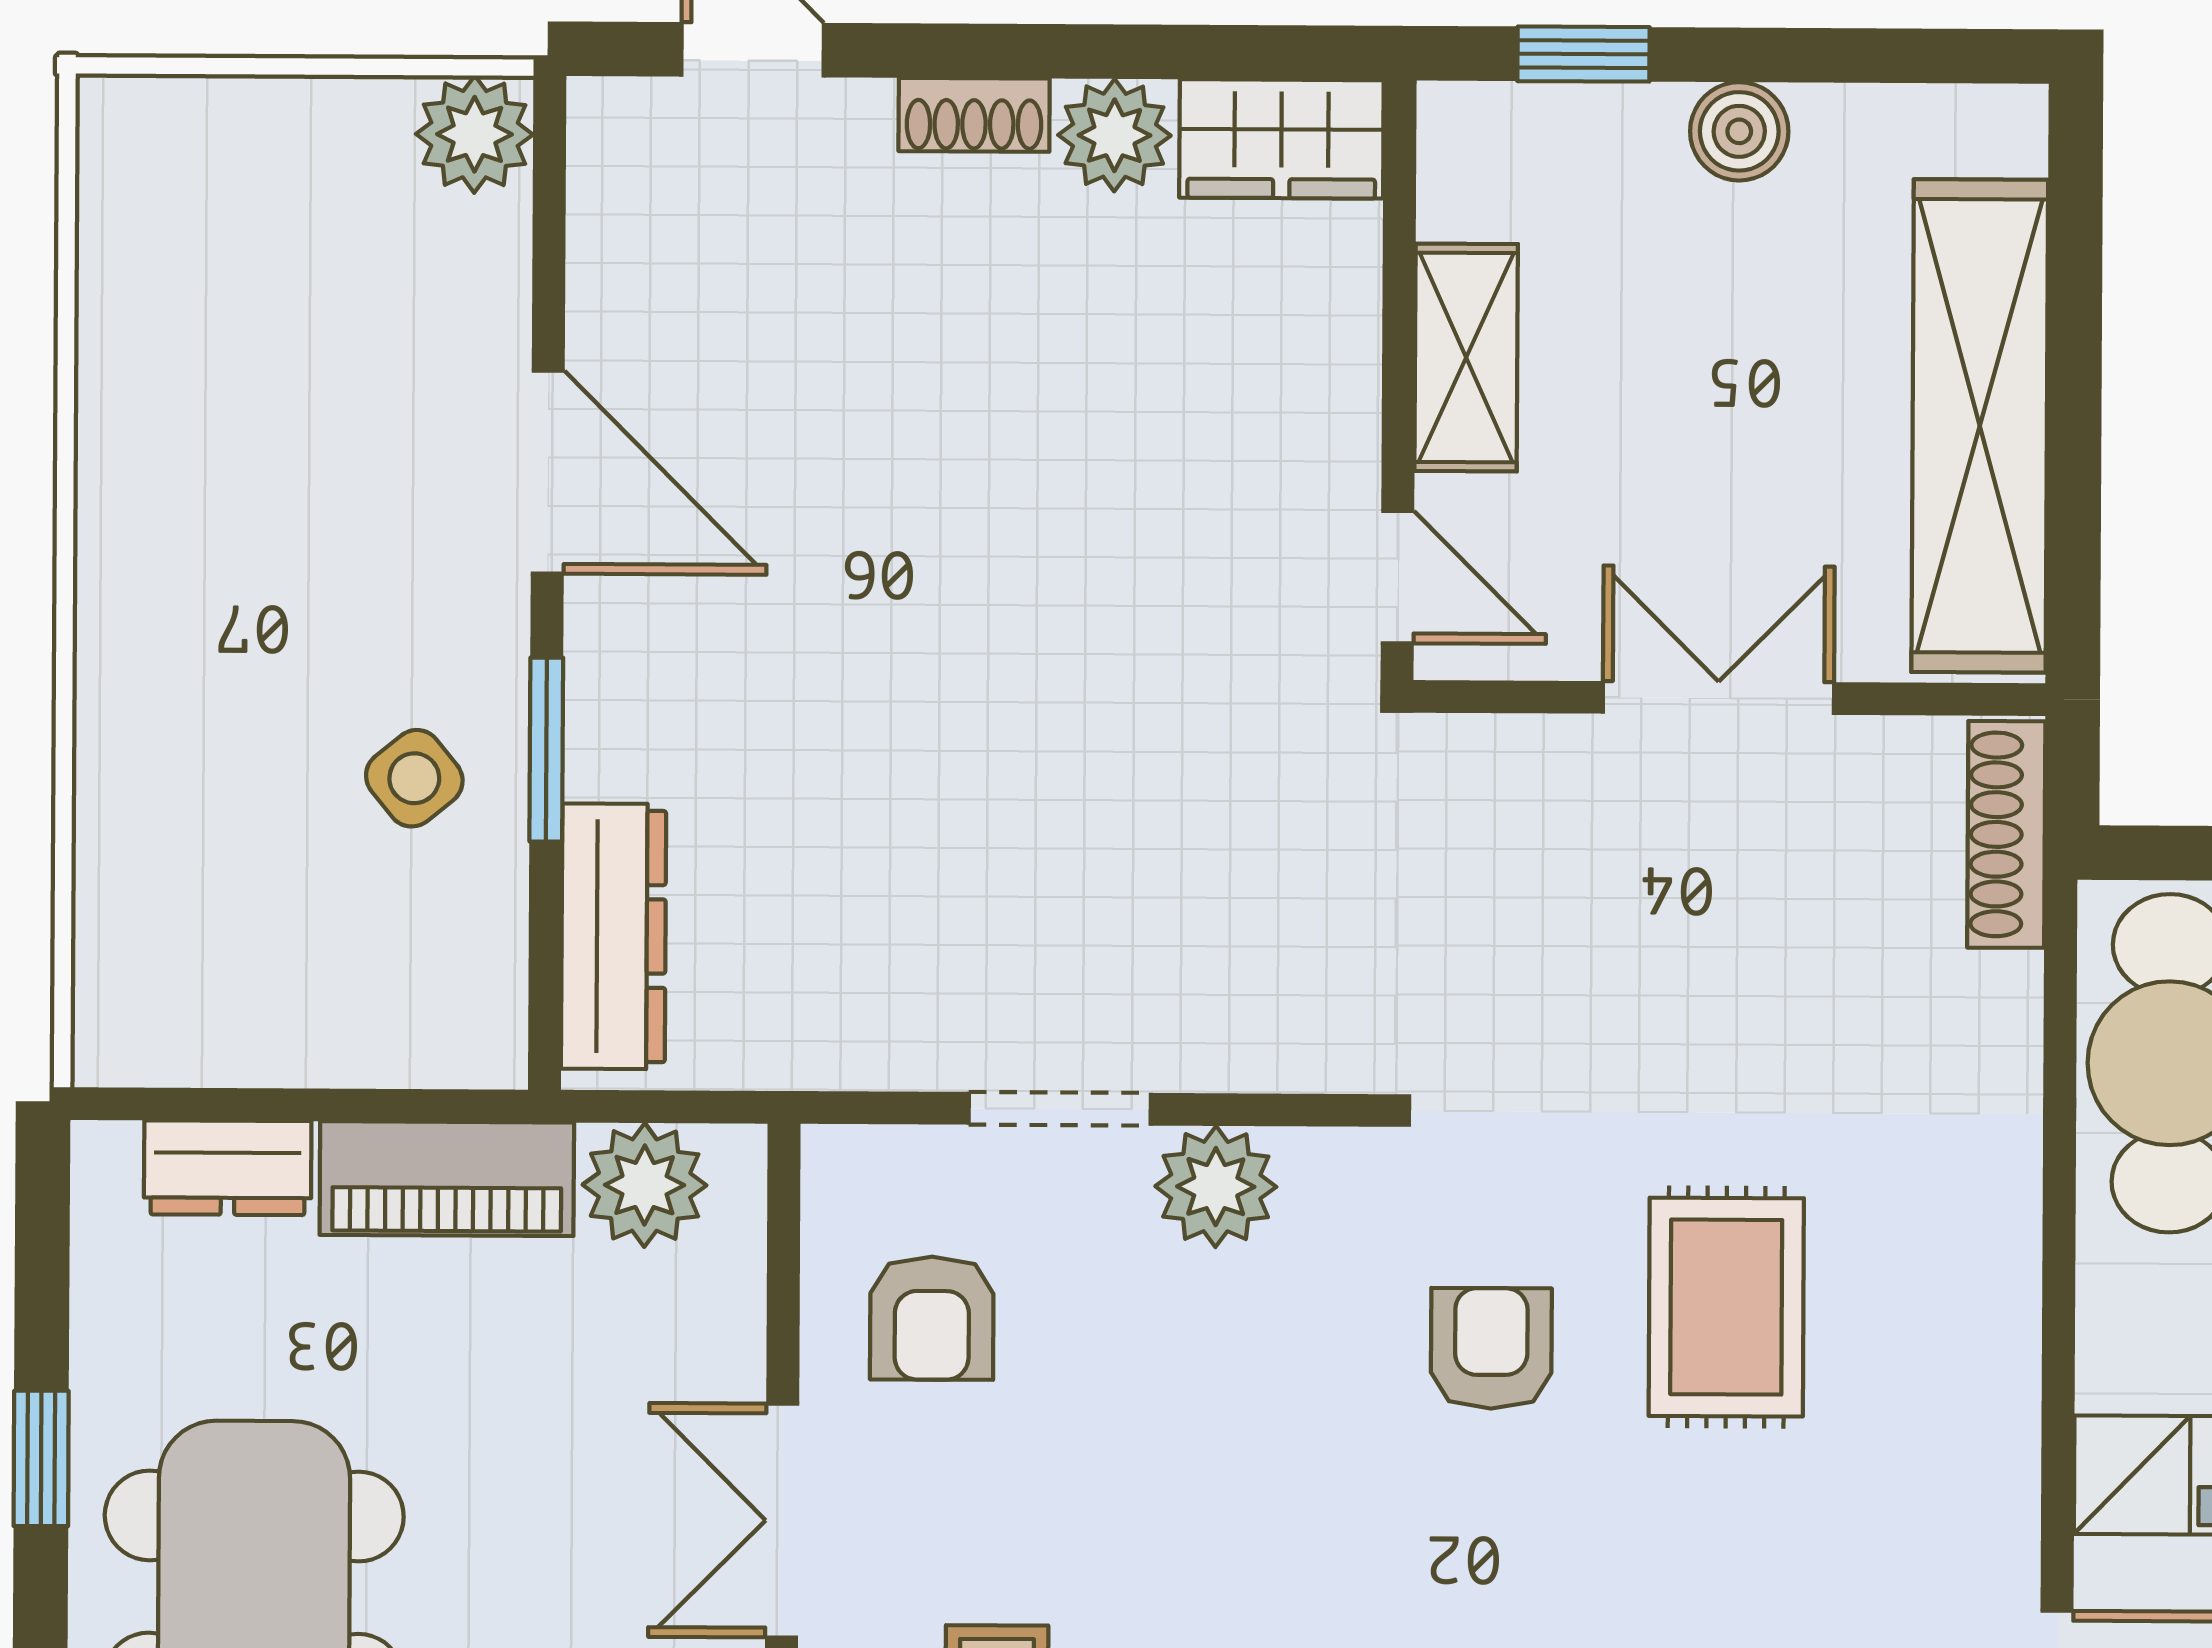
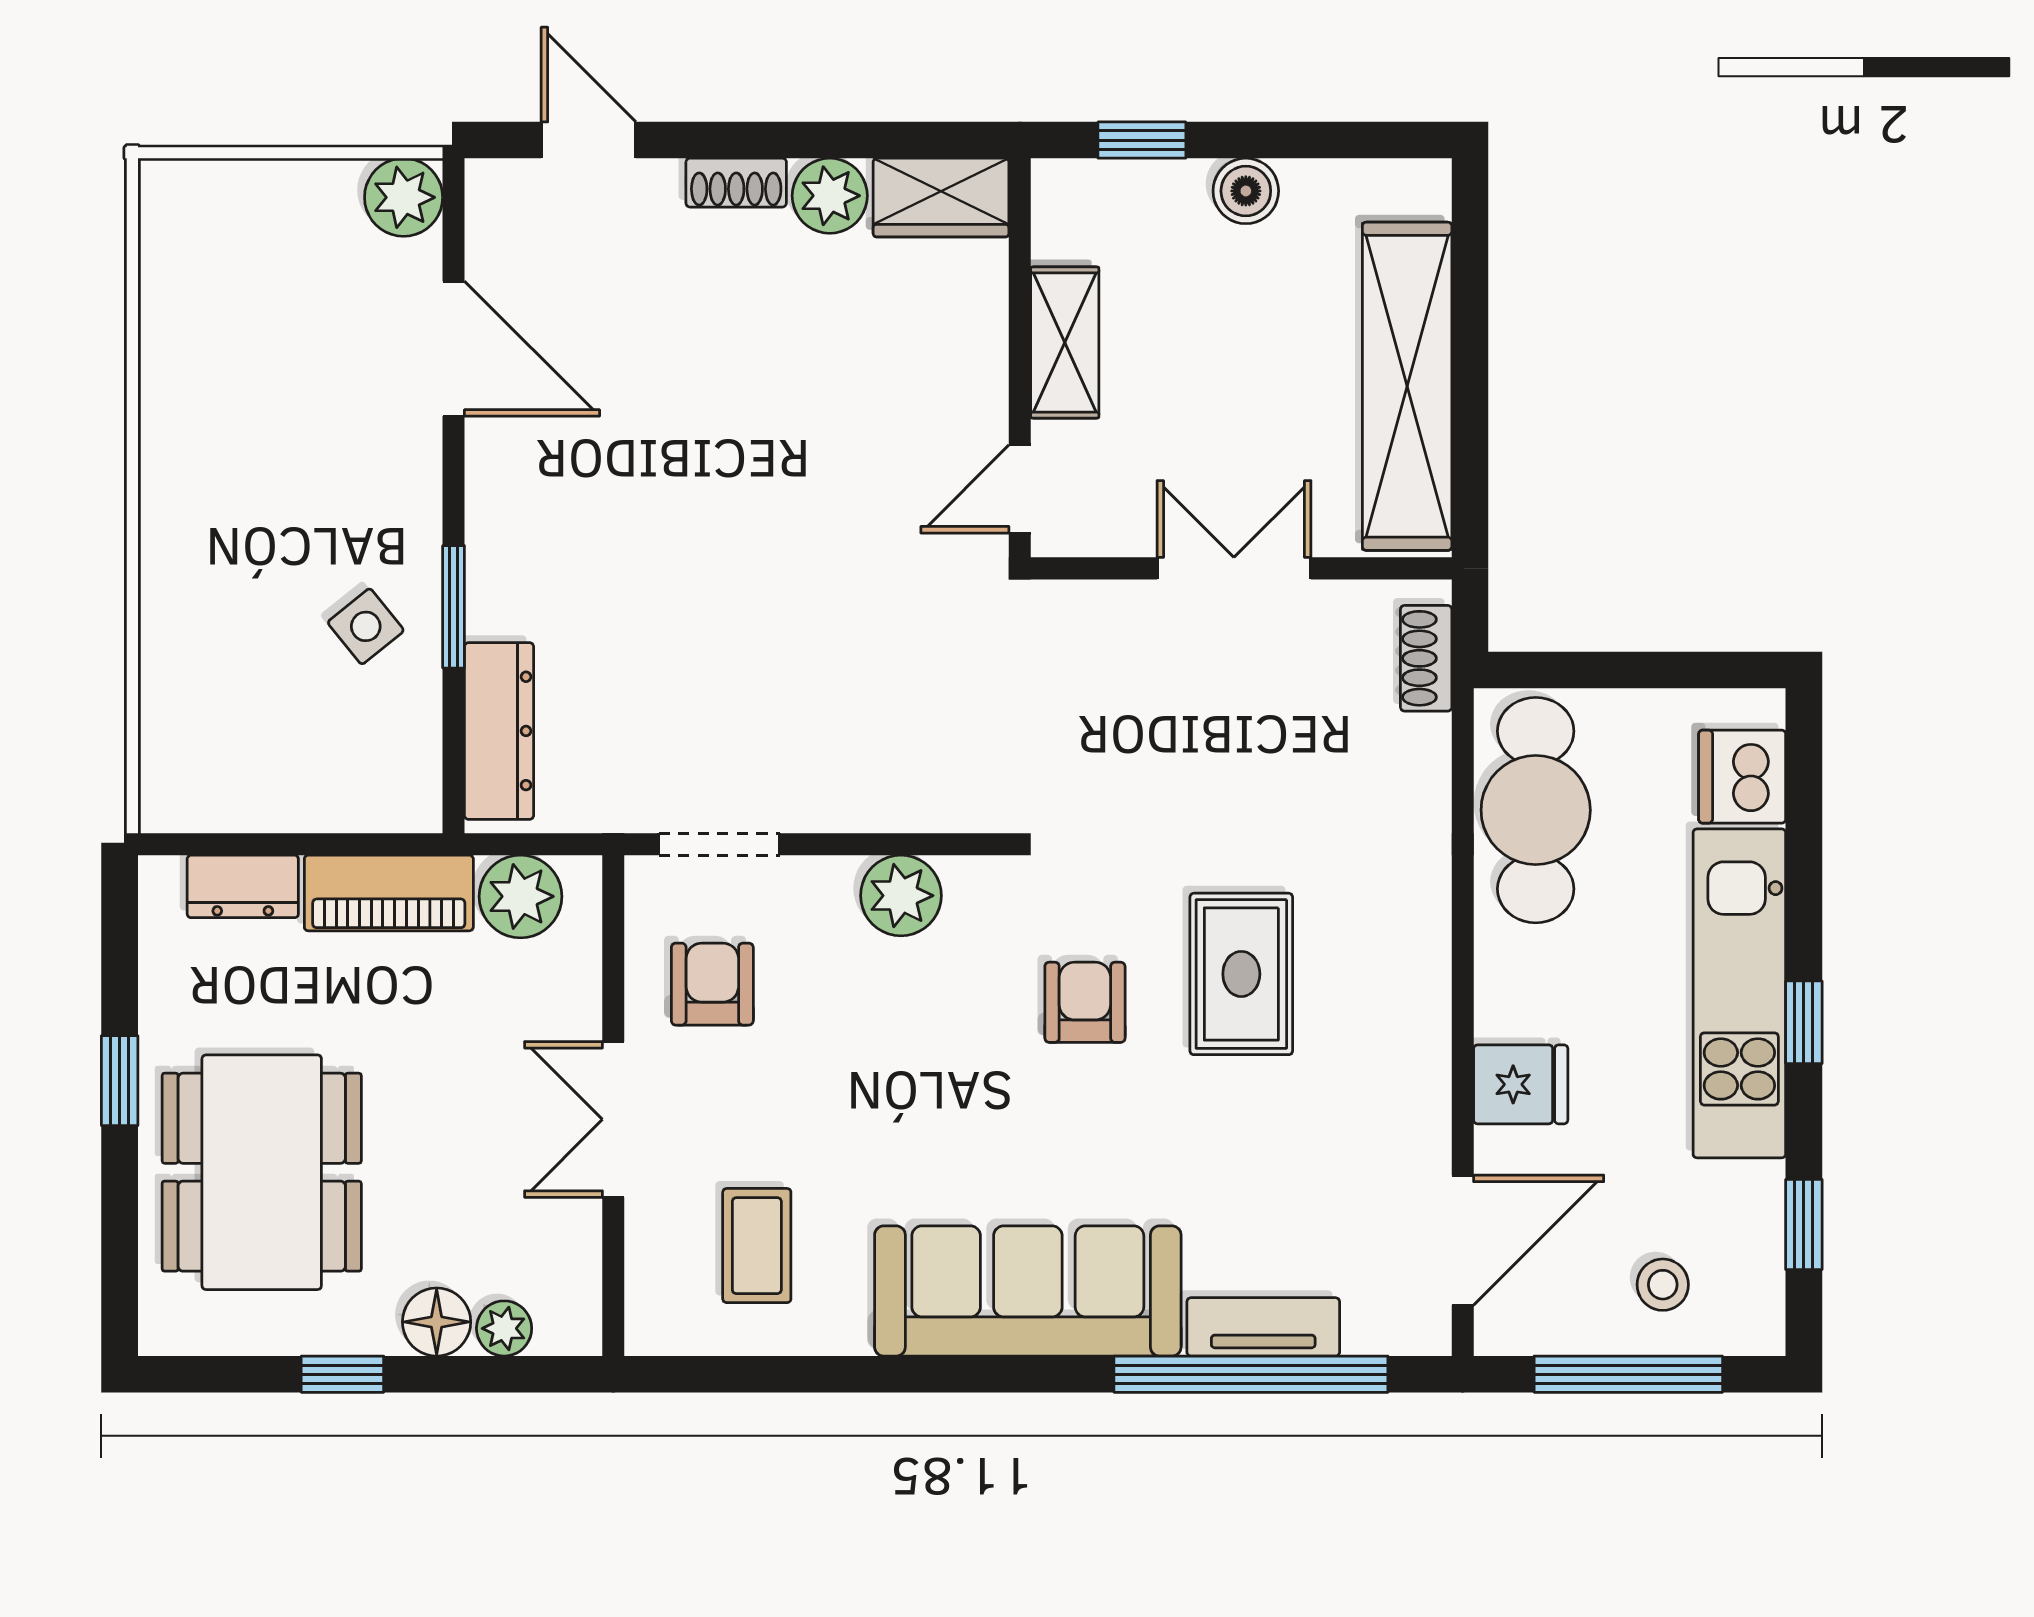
door: (548, 472) -> (454, 349), moved
door: (1397, 577) -> (1020, 489), swing flipped
shoe rack: (2006, 834) -> (1426, 658), width x0.70
doorway: (1060, 1109) -> (719, 844), moved
armchair: (932, 1318) -> (712, 984), turned 180

